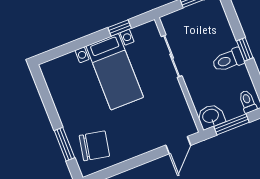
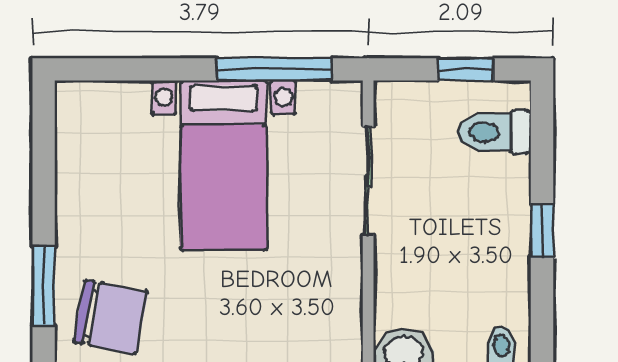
window: (120, 28) -> (274, 69), width x2.17
toilet: (228, 60) -> (494, 132), moved

